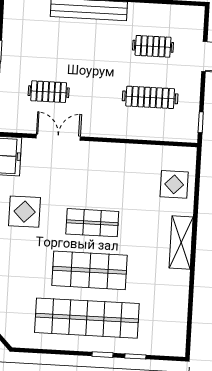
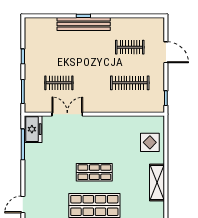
display table: (25, 212) -> (47, 167), removed

